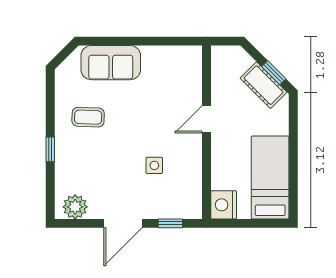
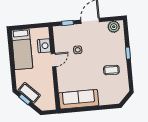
sofa: (111, 63) -> (79, 99), moved, width x1.36
door: (206, 119) -> (54, 60), moved
nightstand: (224, 205) -> (44, 46), moved

